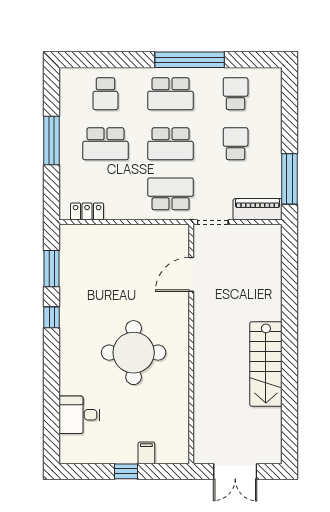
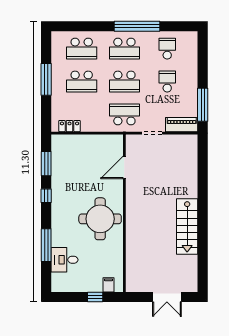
school desk: (105, 94) -> (82, 49), width x1.85
door: (191, 274) -> (124, 167), moved
wall: (191, 344) -> (124, 213), moved
window: (52, 393) -> (46, 245), added

